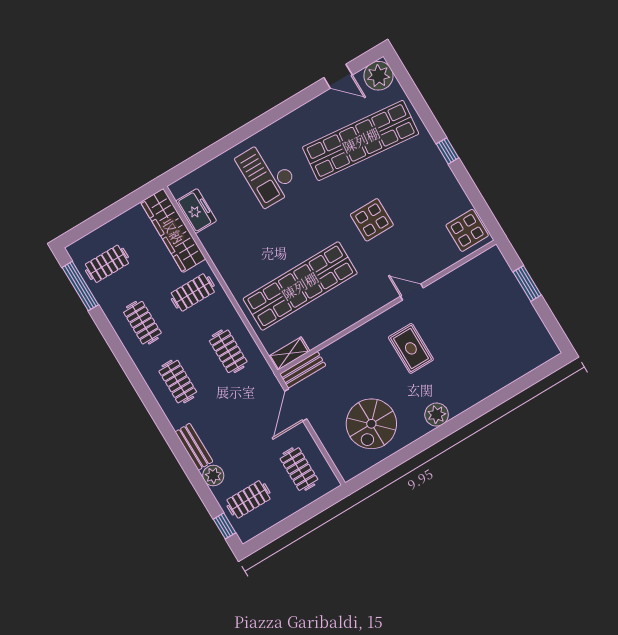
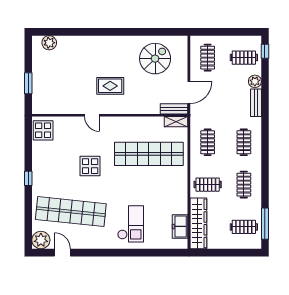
rug: (411, 348) -> (110, 86), turned 90
plant: (437, 415) -> (49, 43), moved

